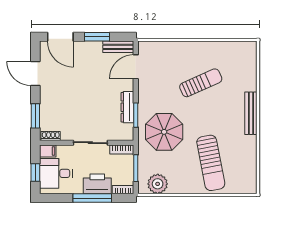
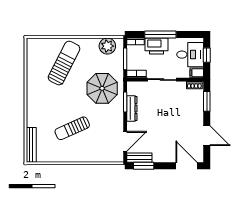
window: (97, 37) -> (144, 166), moved
bench: (251, 113) -> (31, 145), moved
sun lounger: (211, 163) -> (64, 63), turned 38

